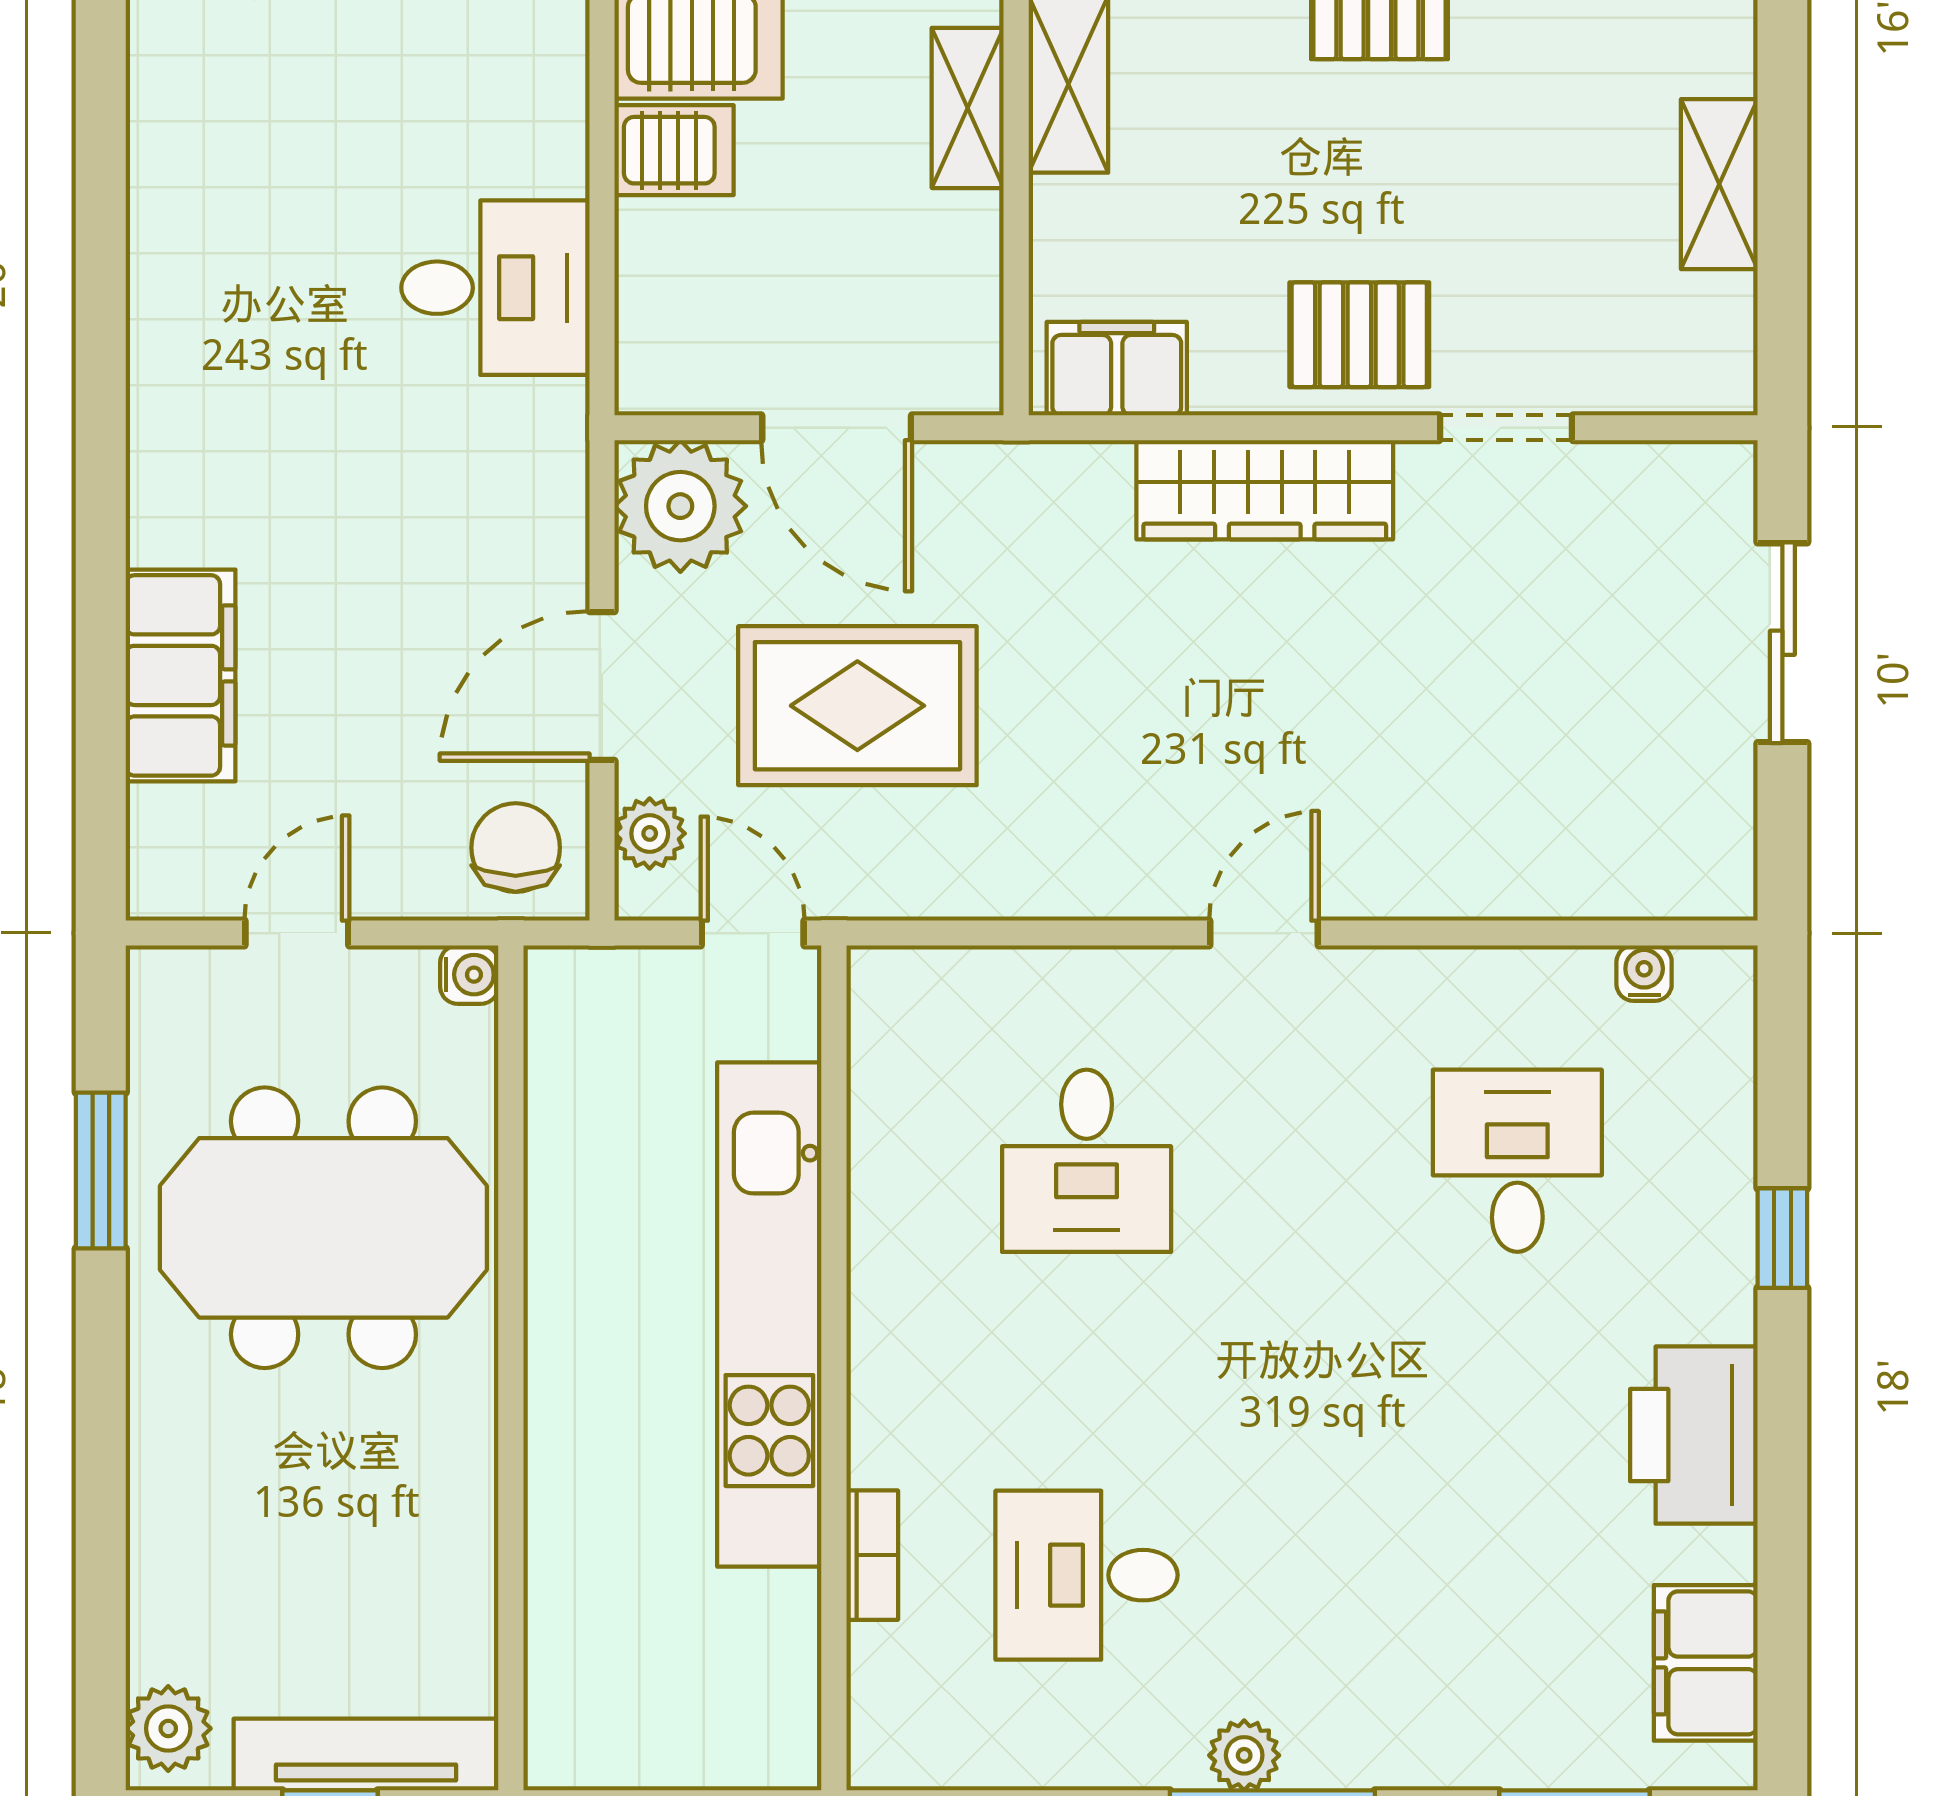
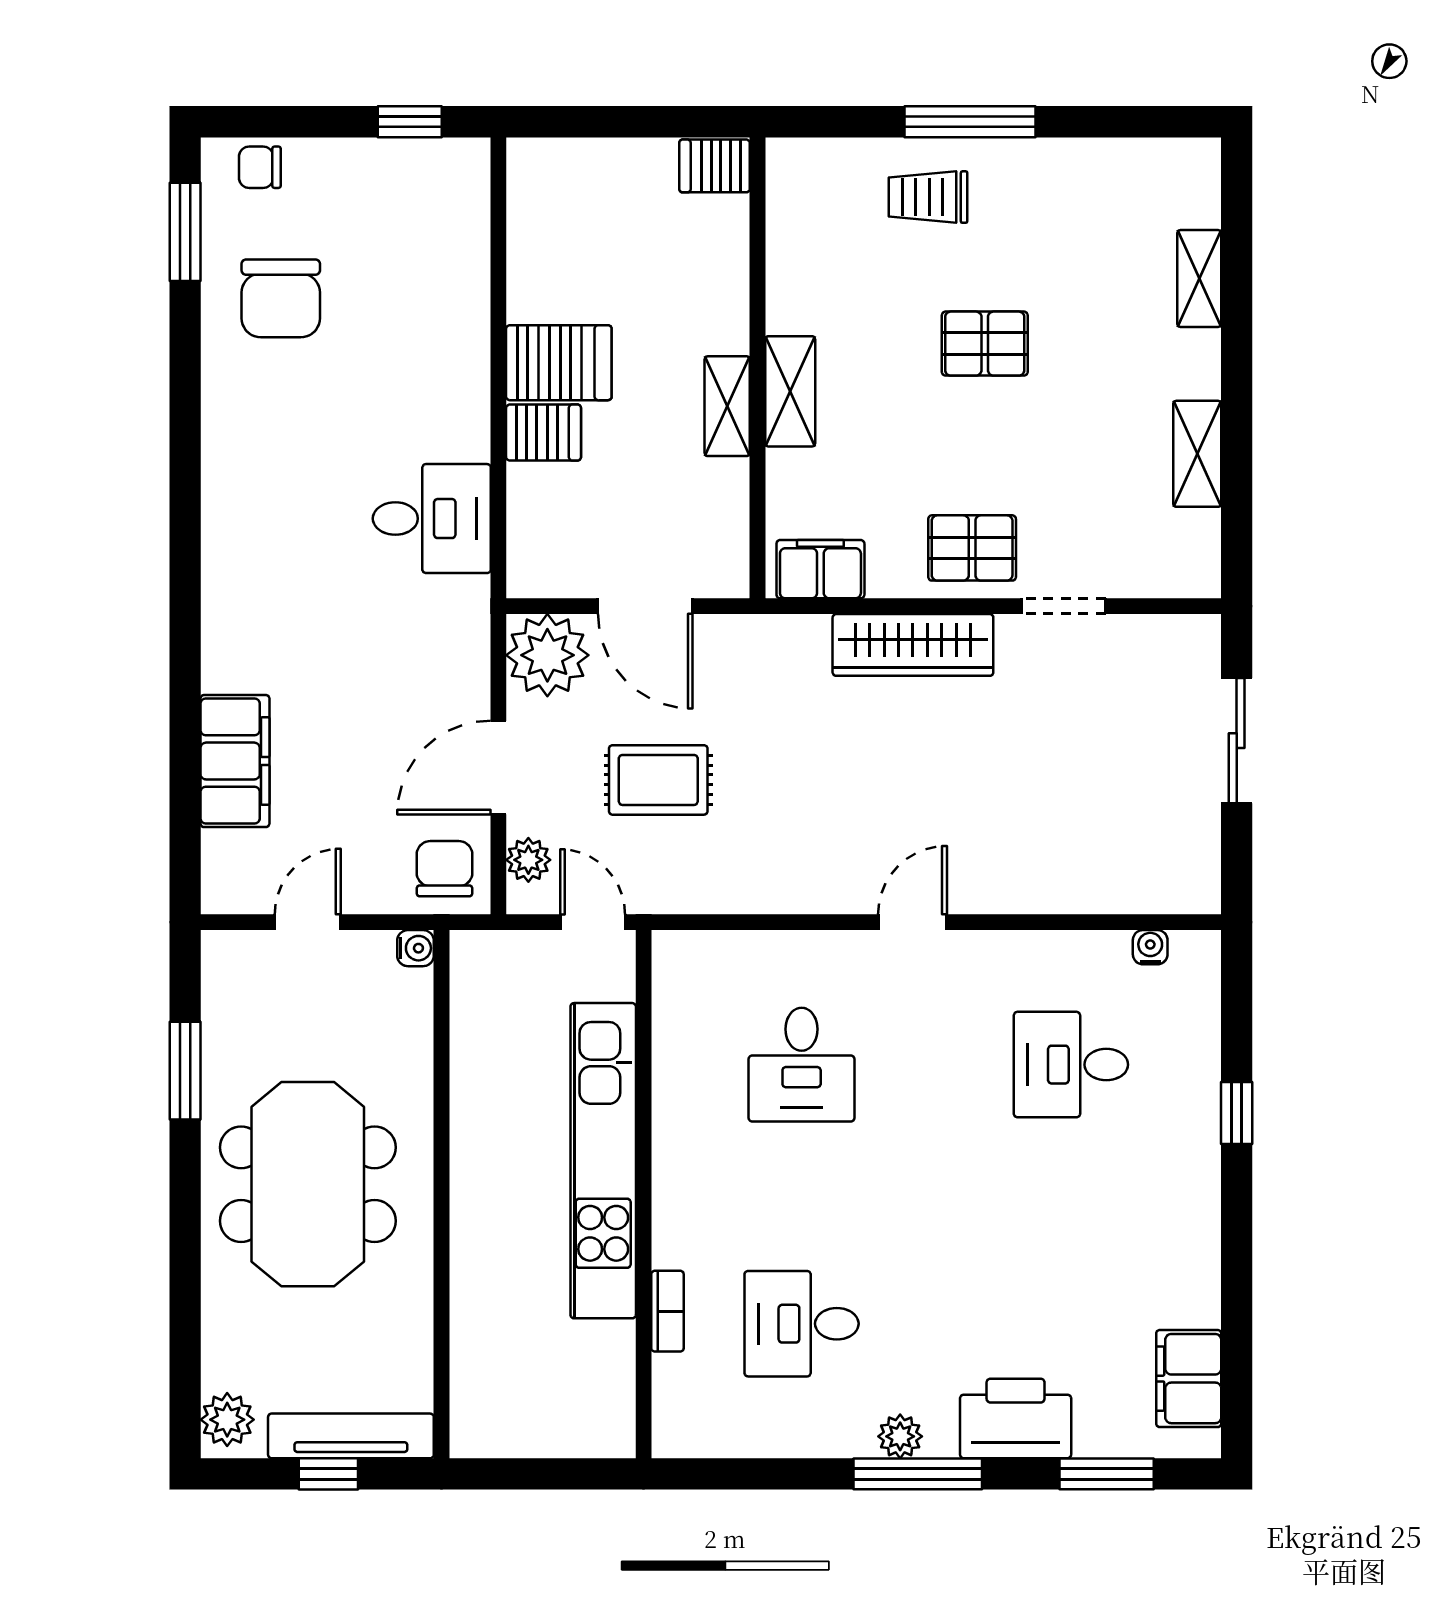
rug: (857, 706) -> (658, 780), width x0.73, depth x0.70
desk: (1517, 1161) -> (1071, 1065), turned -90
meeting table: (323, 1228) -> (308, 1184), moved, turned 90
printer: (1694, 1435) -> (1016, 1418), moved, turned 90

